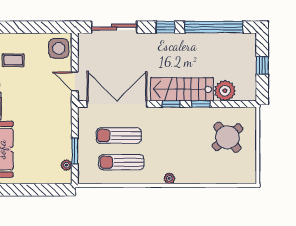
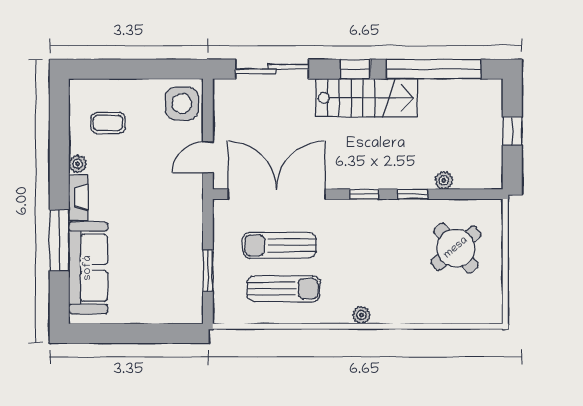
door: (75, 81) -> (208, 157), hinge flipped
stairs: (182, 89) -> (366, 98), moved, turned 180
plant: (225, 91) -> (444, 180), width x0.53, depth x0.53
sun lounger: (121, 162) -> (283, 289), turned 180
plant: (66, 165) -> (194, 293), removed

